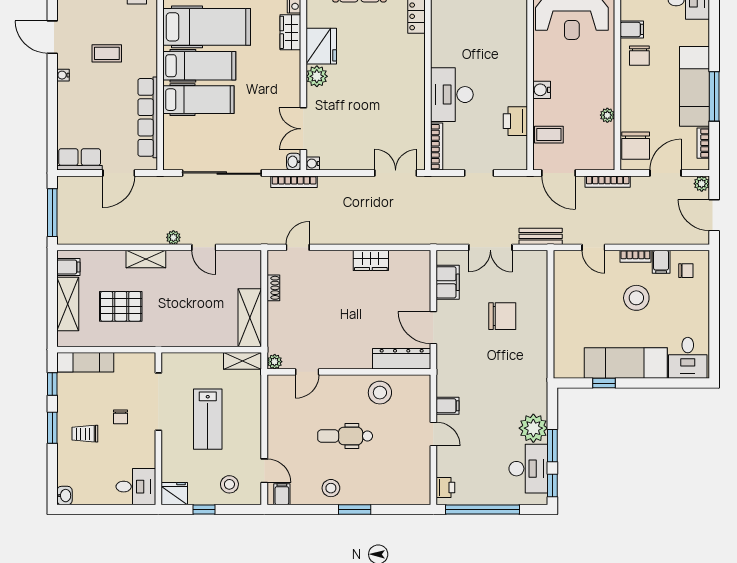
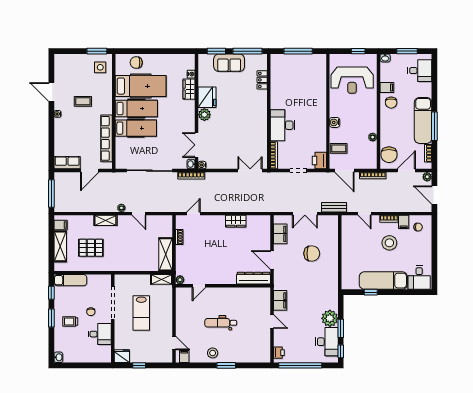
printer: (515, 121) -> (319, 161), moved
stool: (380, 393) -> (241, 298), removed
filing cabinet: (448, 406) -> (280, 300), width x2.00
stool: (229, 484) -> (154, 351), removed
desk: (136, 487) -> (100, 334), moved

